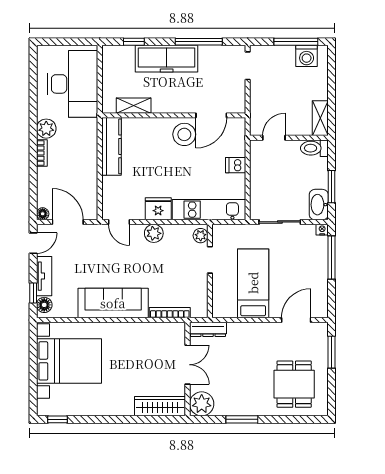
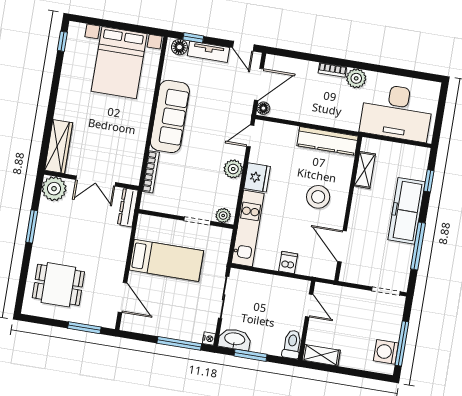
stool: (184, 134) -> (318, 197), moved
floor lamp: (43, 214) -> (263, 108), moved

